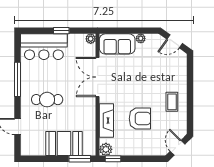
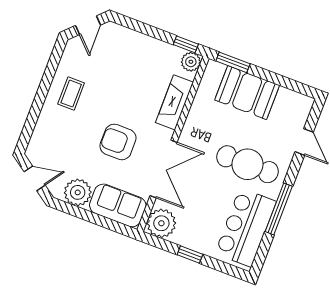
plant: (141, 38) -> (78, 192), width x1.88, depth x1.88
plant: (91, 39) -> (161, 223), width x1.87, depth x1.87
bar counter: (44, 47) -> (246, 227), moved, turned -90
cafe table: (47, 100) -> (247, 164), width x1.37, depth x1.35
armchair: (140, 119) -> (118, 142), moved

